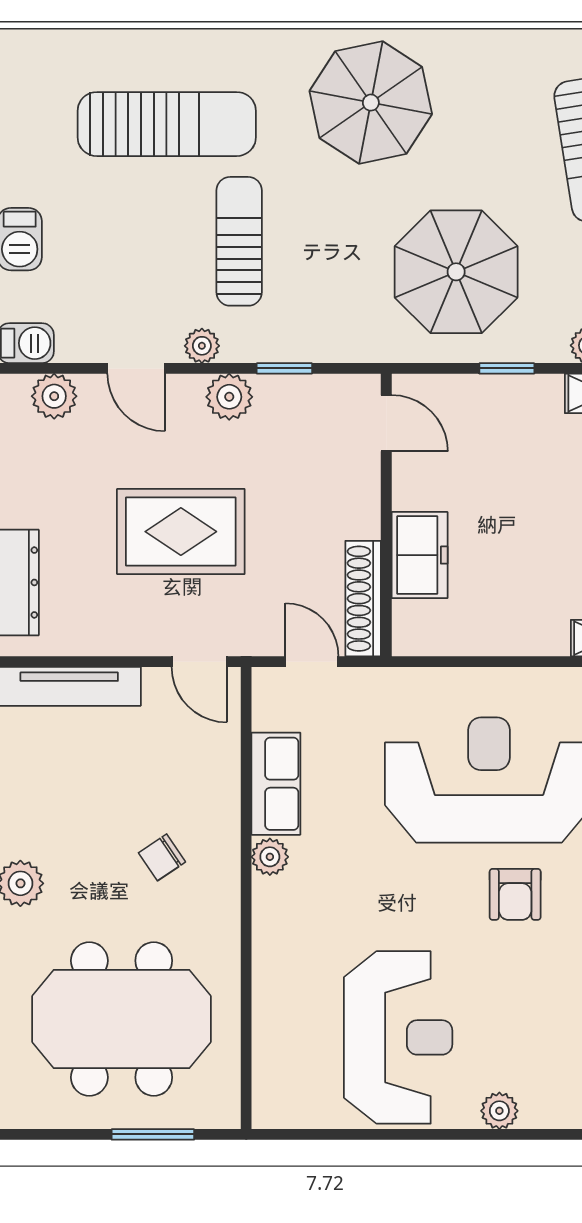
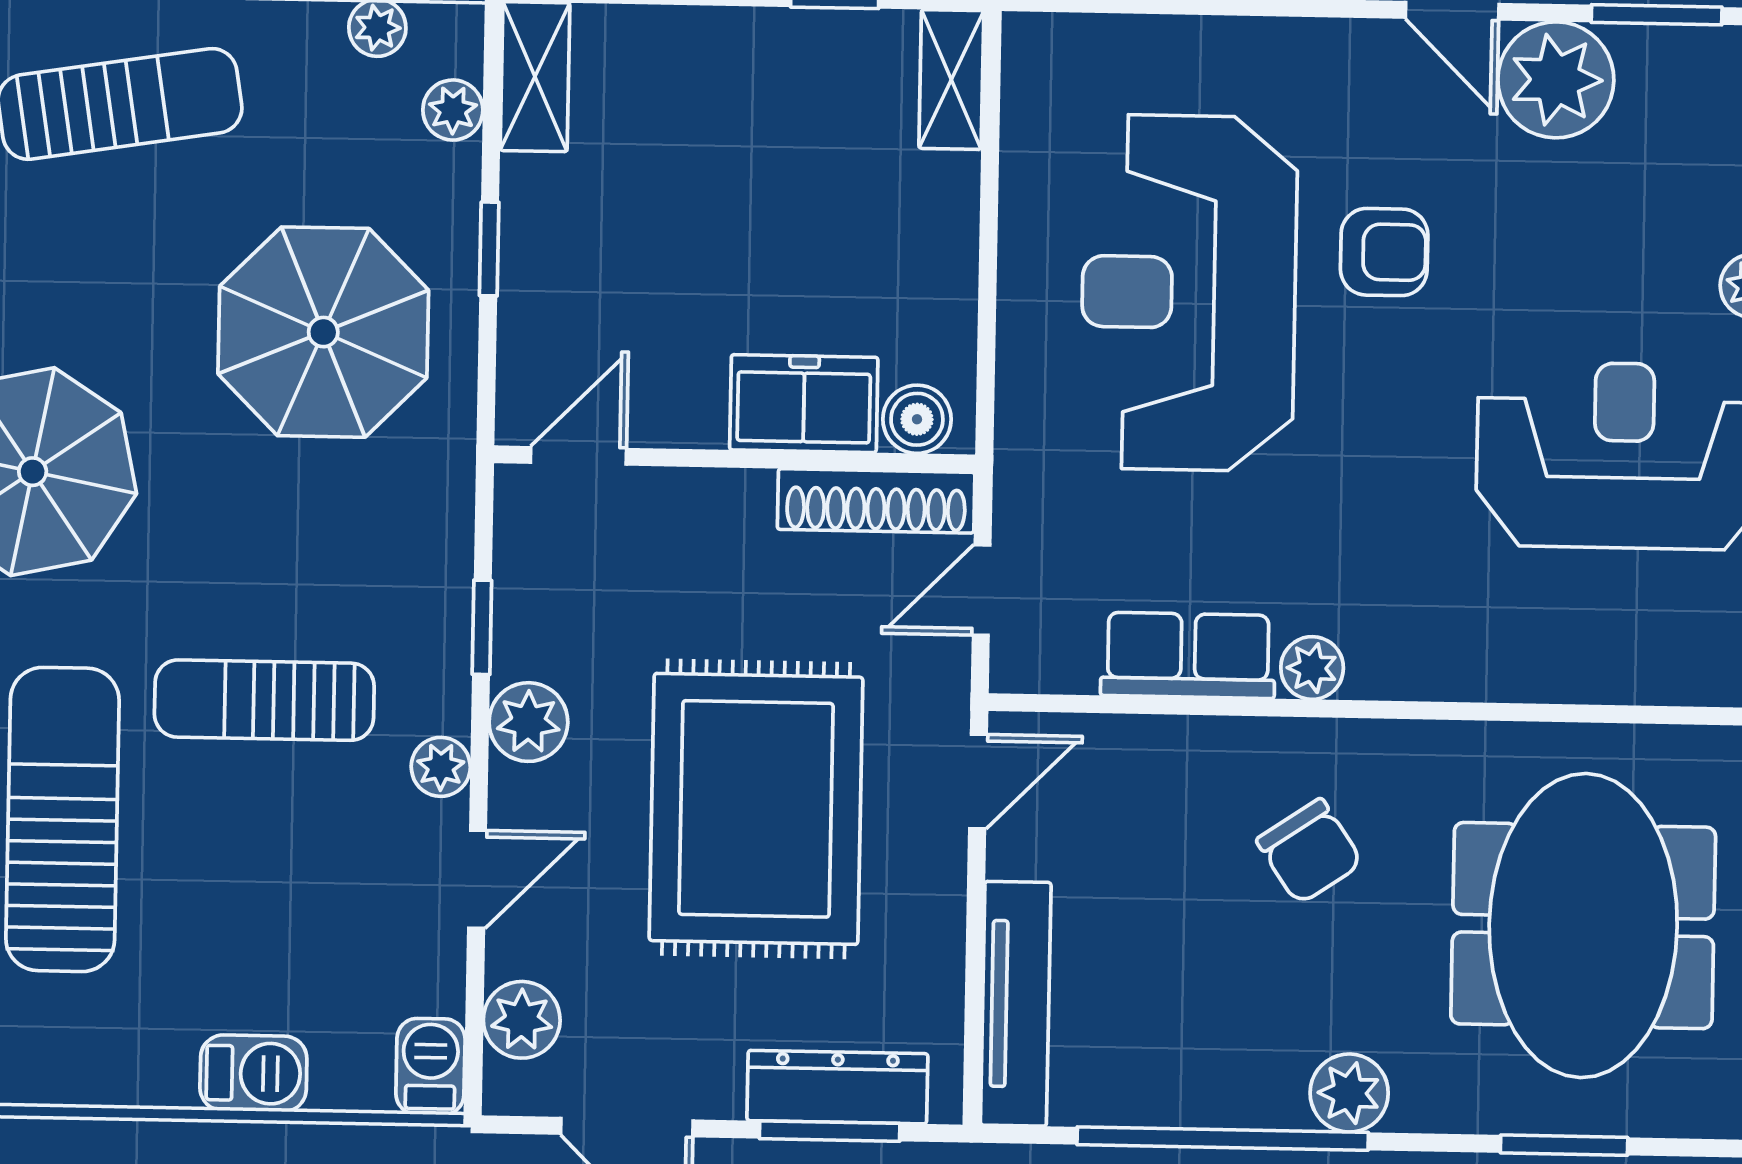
rug: (181, 532) -> (756, 809), width x1.37, depth x1.44
boiler: (412, 622) -> (917, 419), added
chair: (162, 857) -> (1310, 851), width x1.37, depth x1.37

